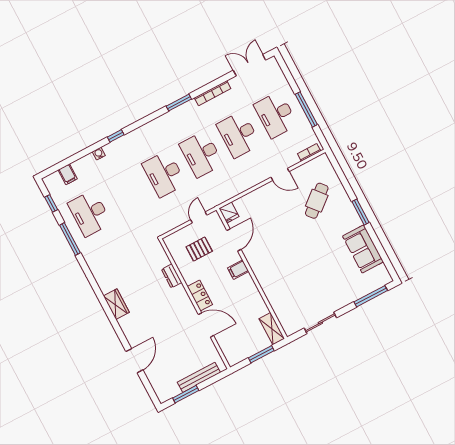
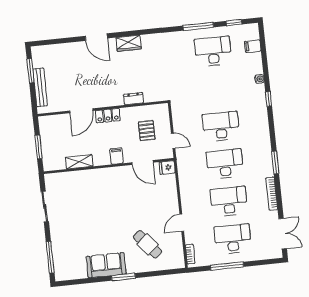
sofa: (363, 249) -> (106, 265), moved
shelving: (272, 329) -> (79, 162), moved
door: (134, 361) -> (96, 37), moved

